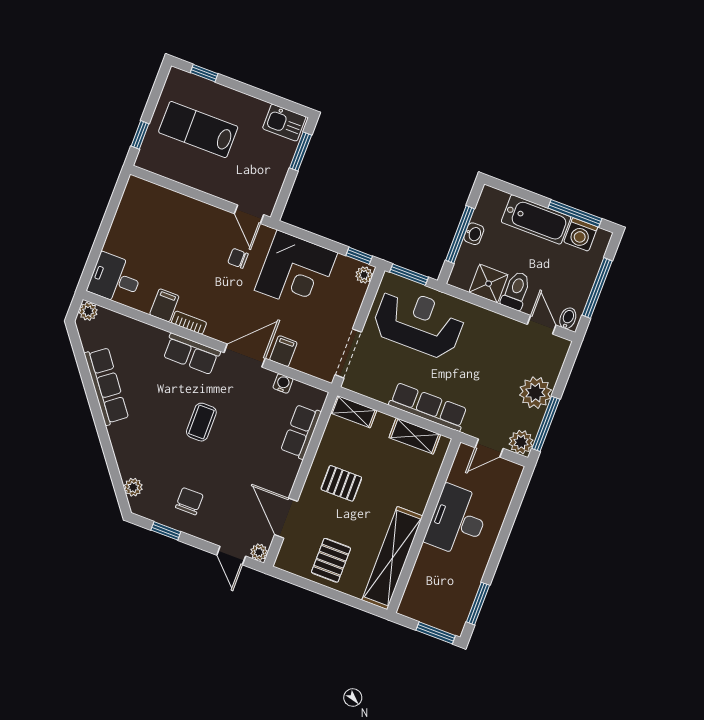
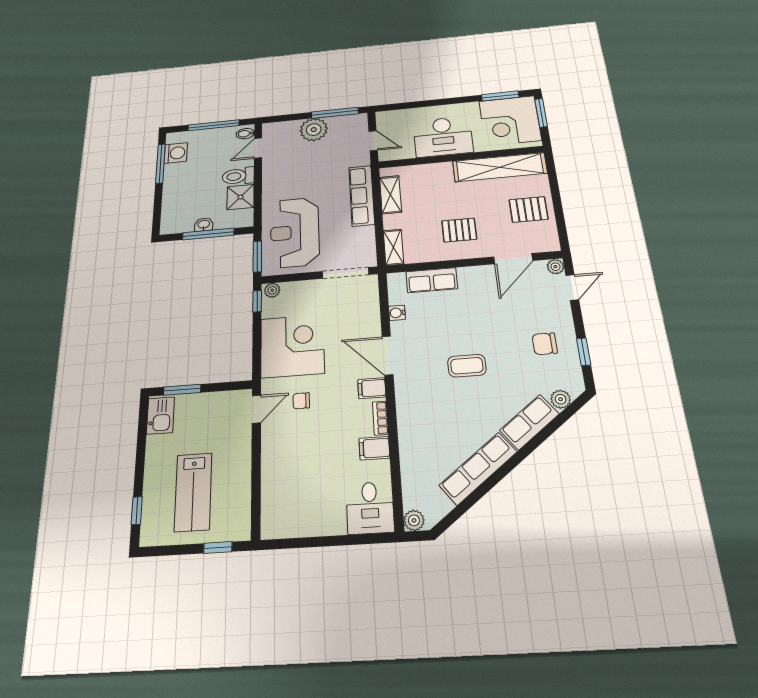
bathtub: (536, 219) -> (175, 187), removed
chair: (238, 258) -> (301, 401), turned 90
filing cabinet: (283, 351) -> (372, 388), moved
row of seats: (191, 354) -> (529, 422), moved, turned -127
plant: (521, 442) -> (357, 122), removed
pallet: (341, 483) -> (459, 230), turned 90
corner desk: (442, 597) -> (510, 121), added

